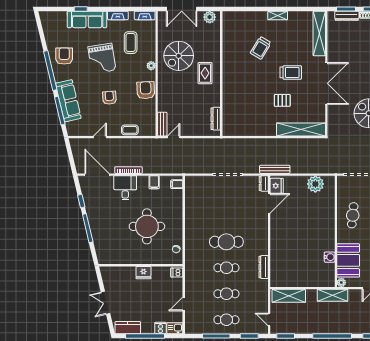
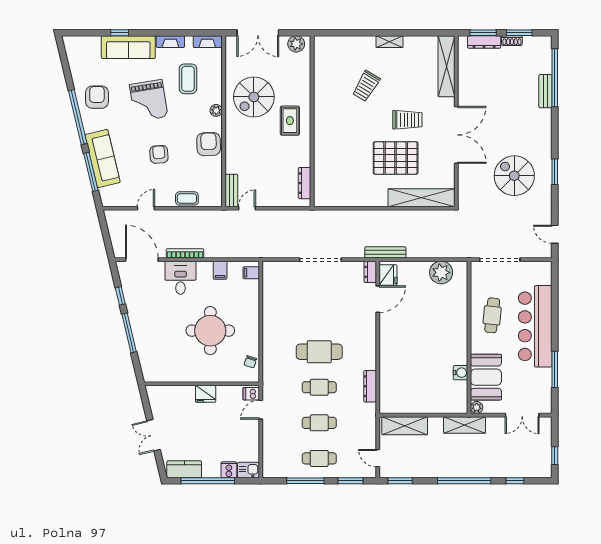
pallet: (282, 100) -> (396, 158), width x2.05, depth x2.00
door: (184, 304) -> (261, 410), moved

